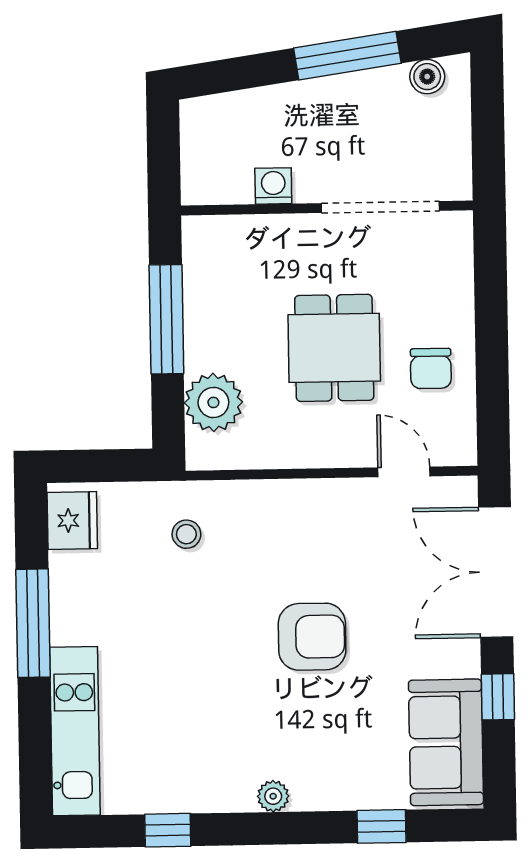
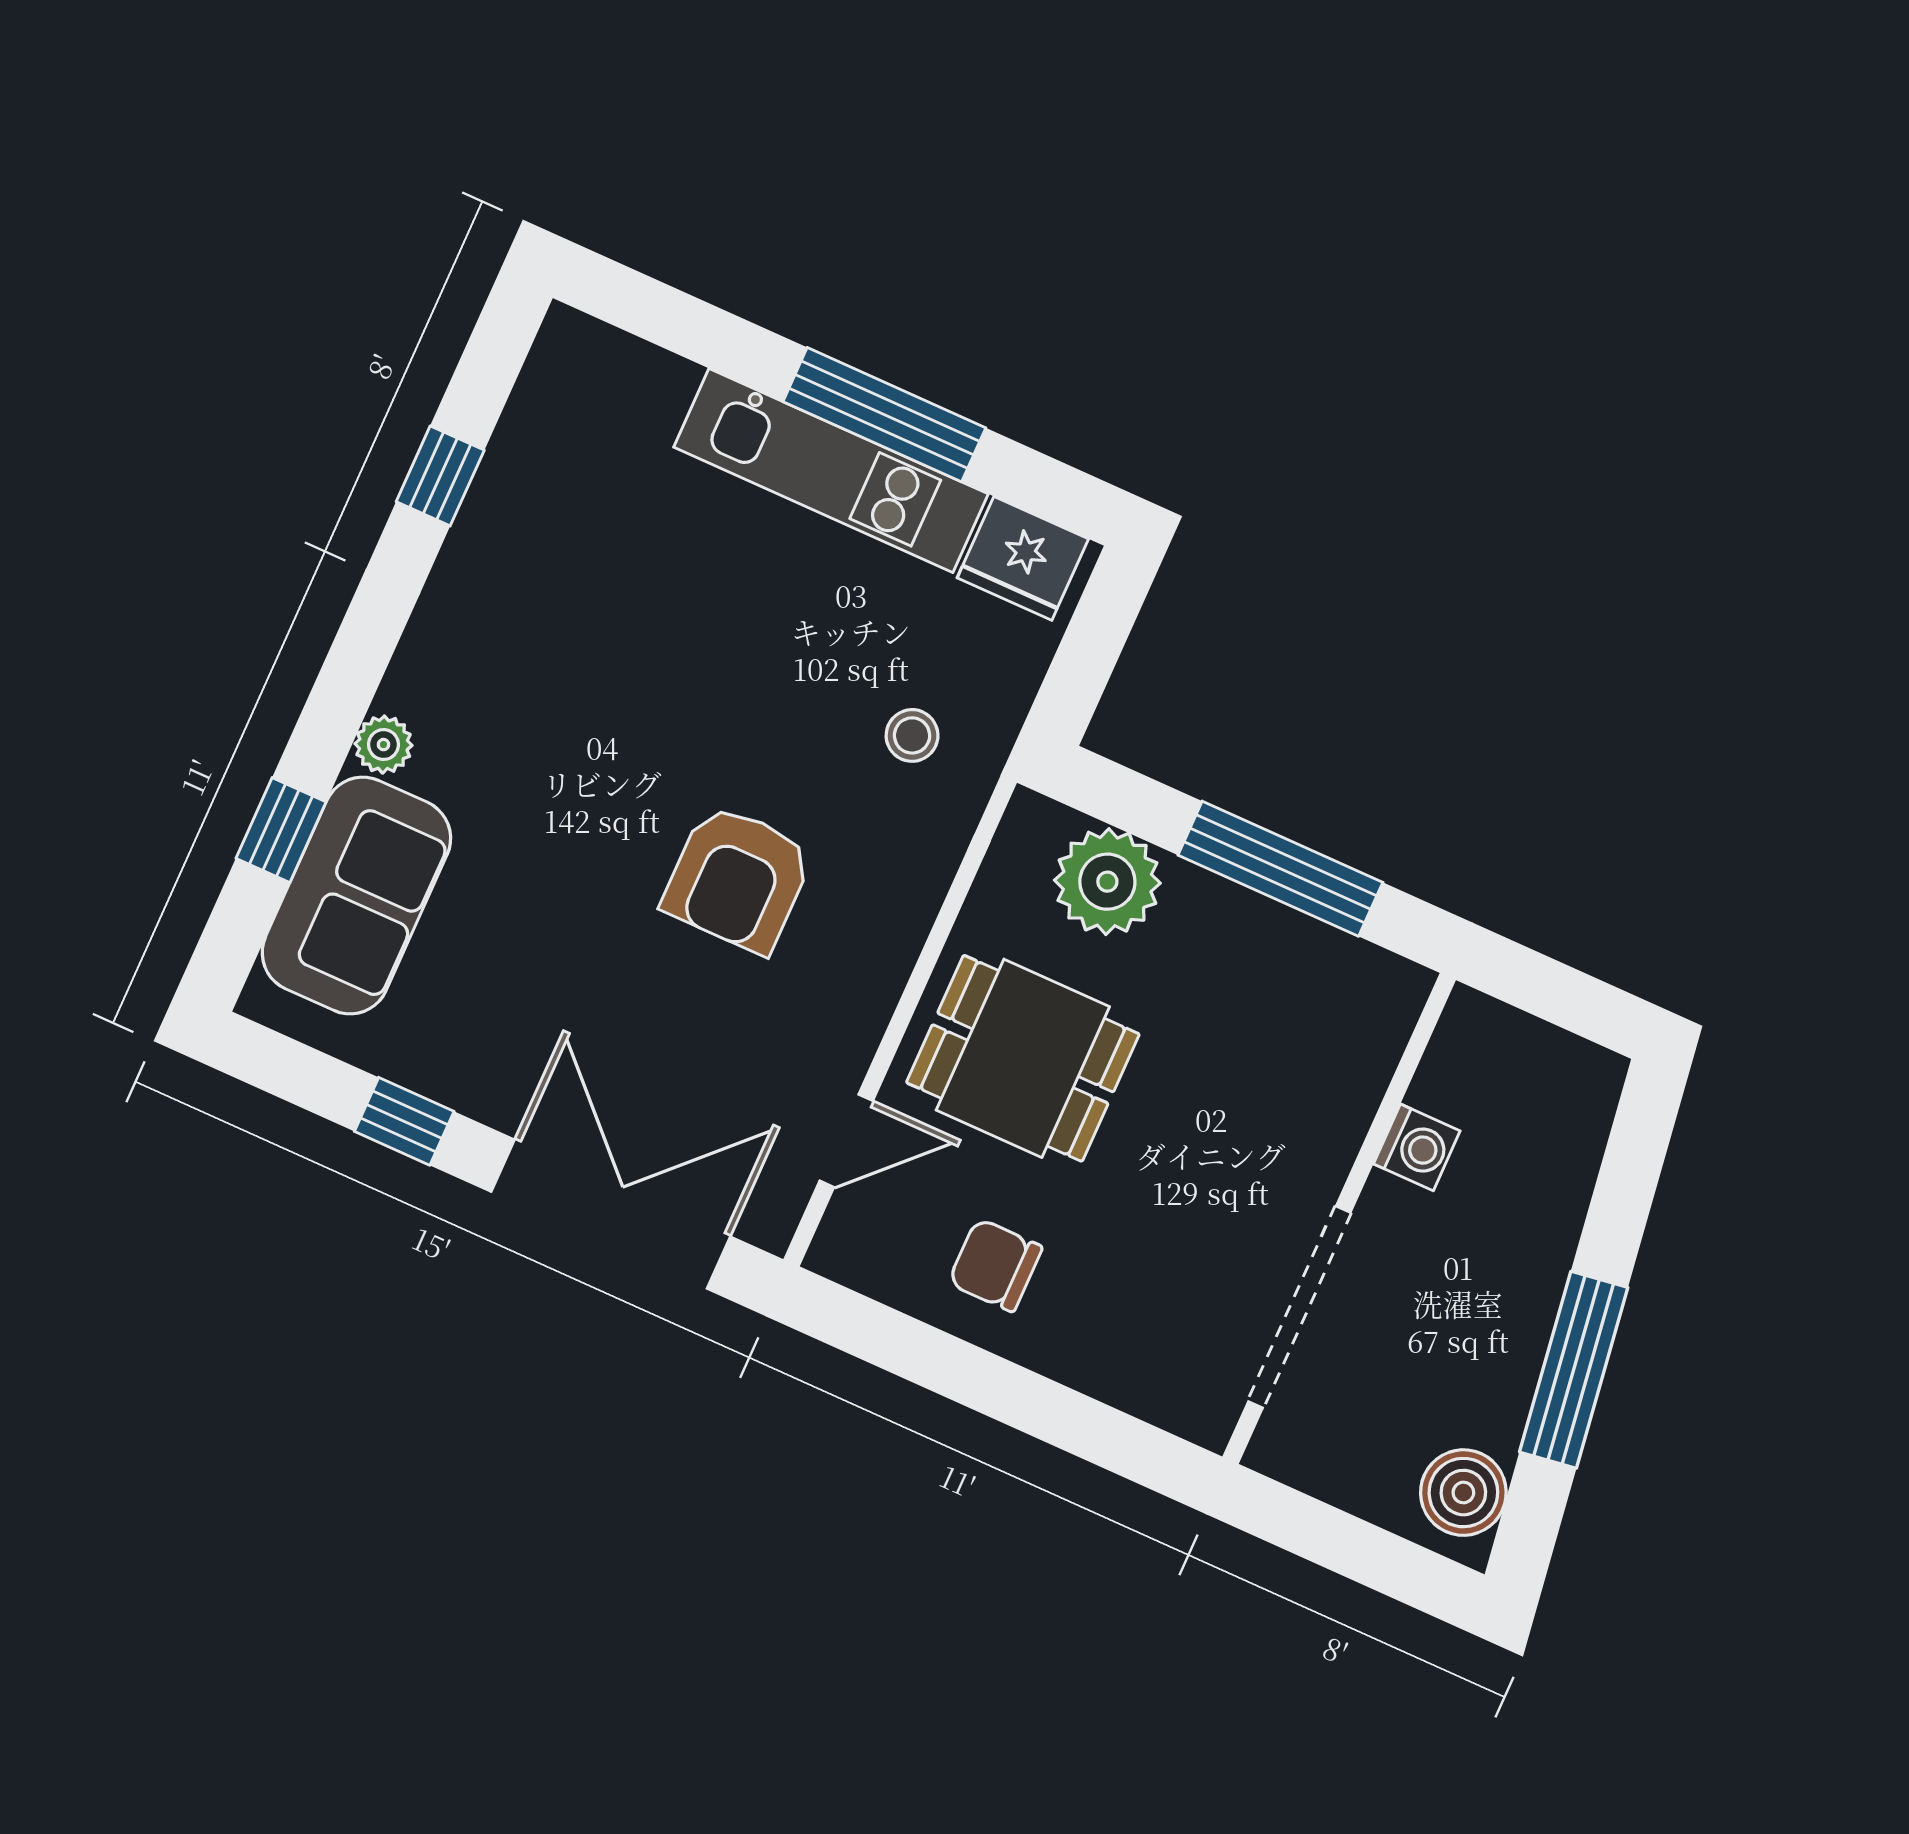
boiler: (427, 77) -> (1463, 1493), width x1.36, depth x1.36
dining table: (334, 348) -> (1023, 1058), moved
armchair: (312, 637) -> (738, 878), moved
kitchen unit: (75, 731) -> (831, 470), moved
sofa: (446, 742) -> (356, 896), moved, turned 90
plant: (273, 796) -> (383, 745), moved

